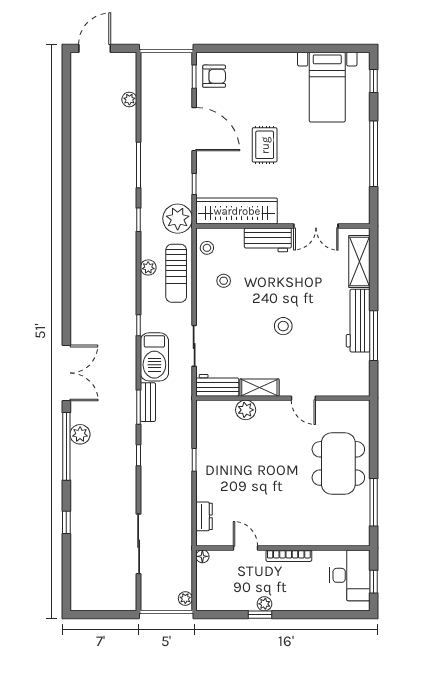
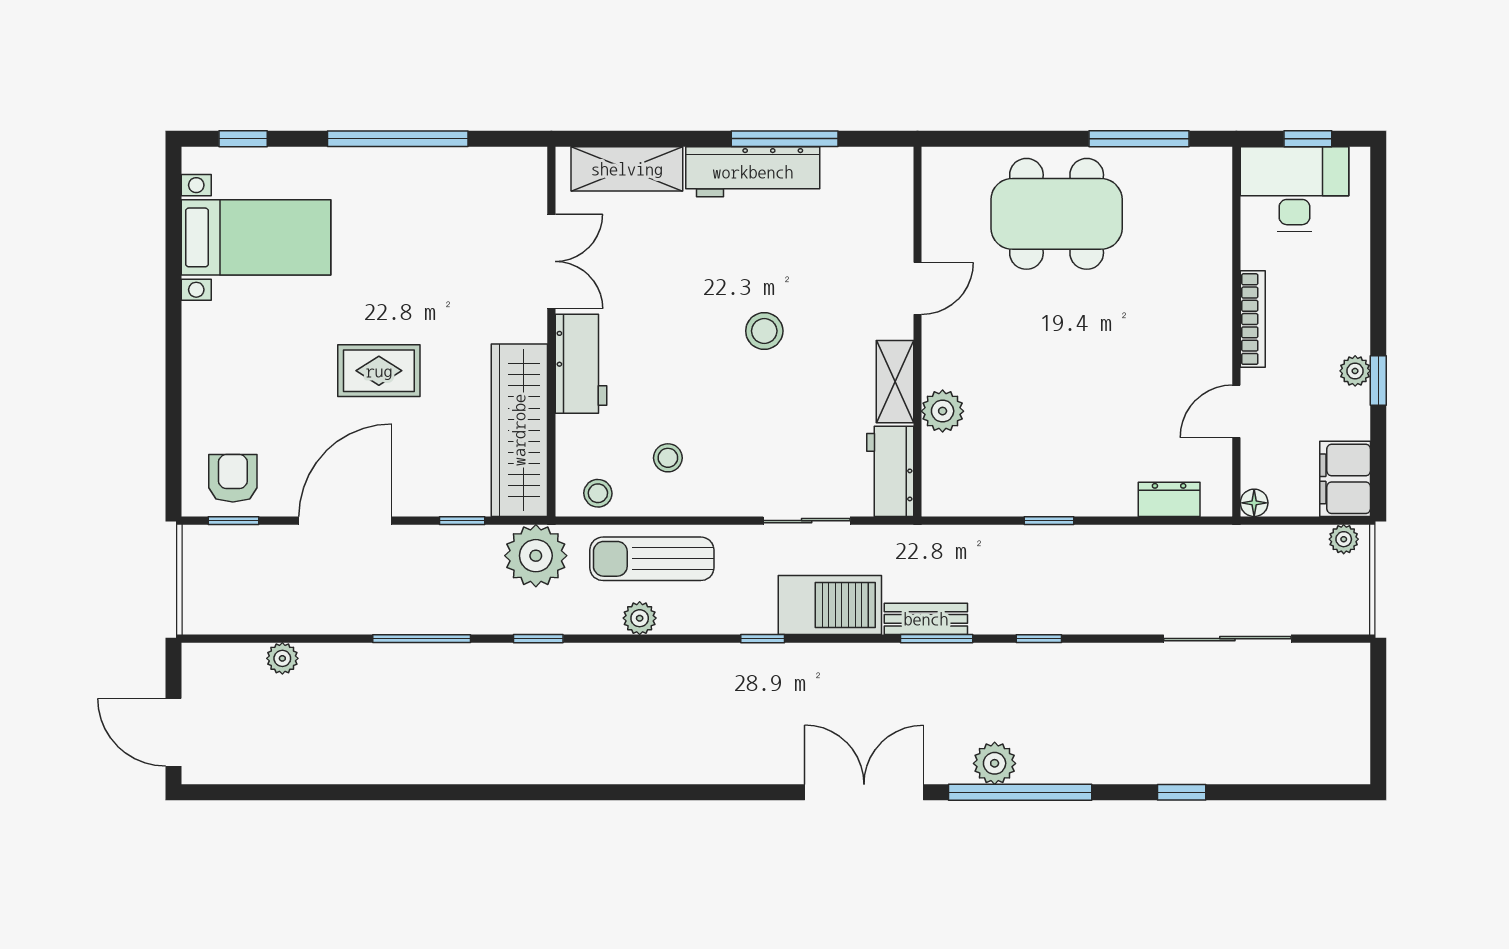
sun lounger: (176, 273) -> (652, 559), turned 180
filing cabinet: (214, 599) -> (1345, 479), added

